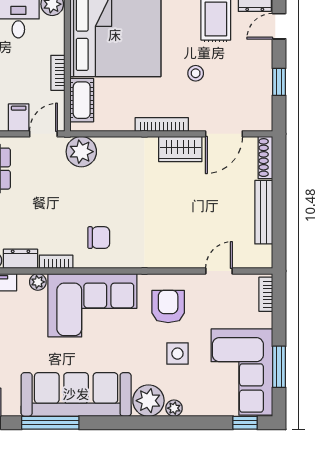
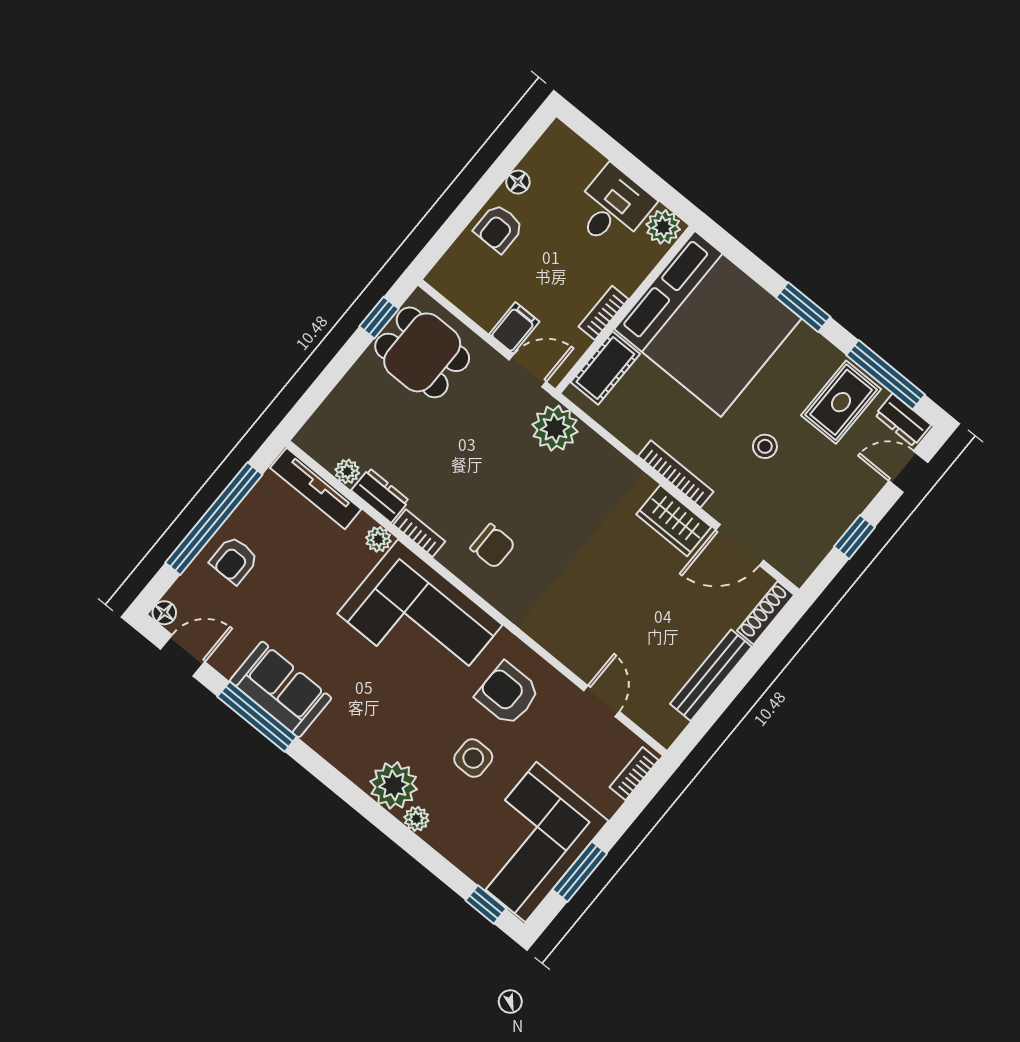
door: (219, 271) -> (602, 701), hinge flipped
armchair: (168, 306) -> (508, 694), turned -90
sofa: (76, 394) -> (281, 689), width x0.54, depth x0.79

